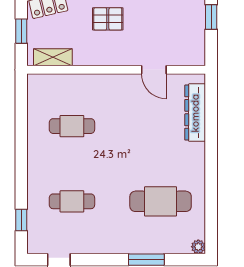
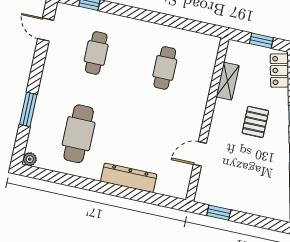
window: (211, 17) -> (219, 213), moved
shelving: (53, 57) -> (228, 81), moved
dresser: (195, 113) -> (129, 178), moved

